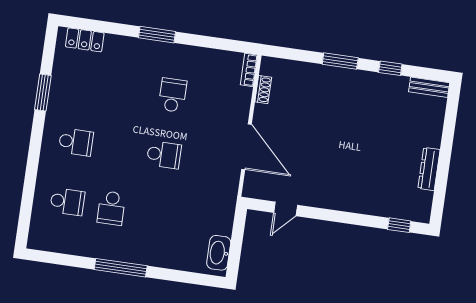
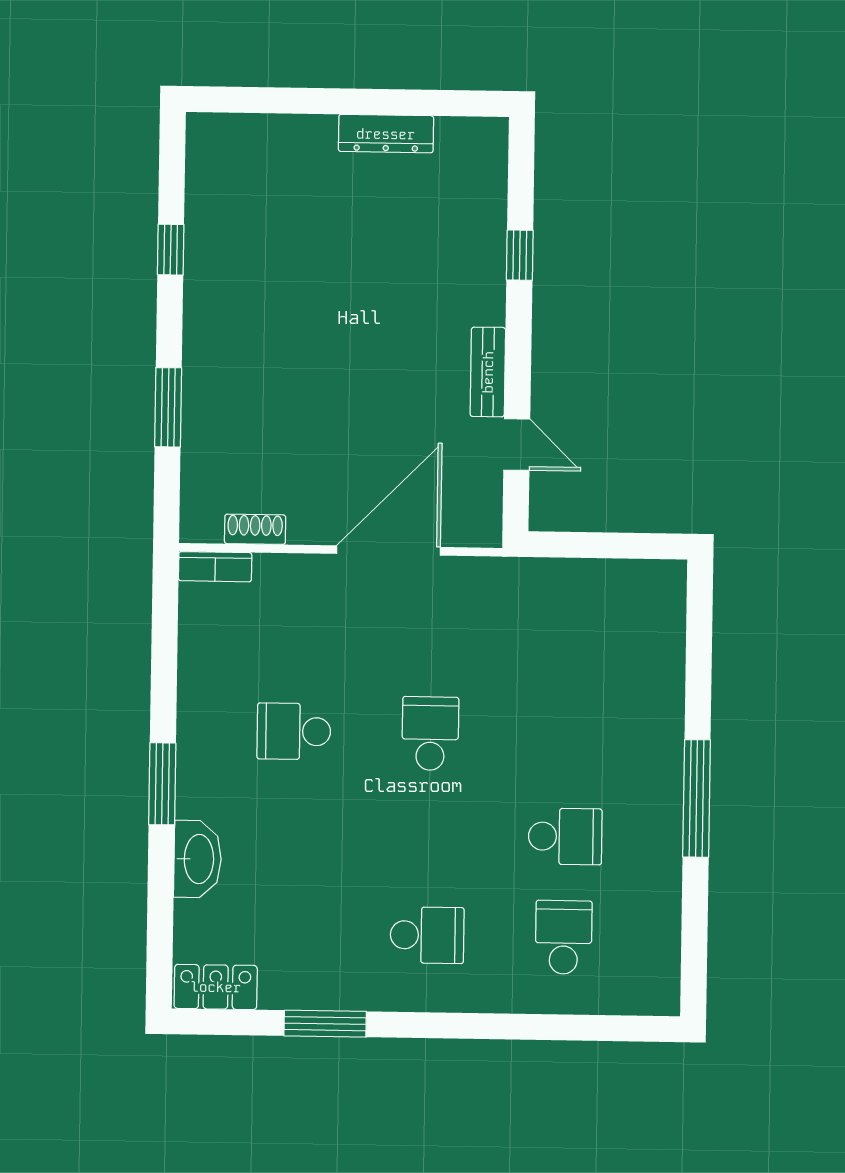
locker: (85, 40) -> (216, 987), moved, turned -90
window: (340, 61) -> (168, 407), moved
bench: (429, 87) -> (488, 372), moved
school desk: (76, 142) -> (427, 935), turned 90
window: (399, 225) -> (520, 255), moved
washbasin: (219, 253) -> (198, 859), moved, turned -90

